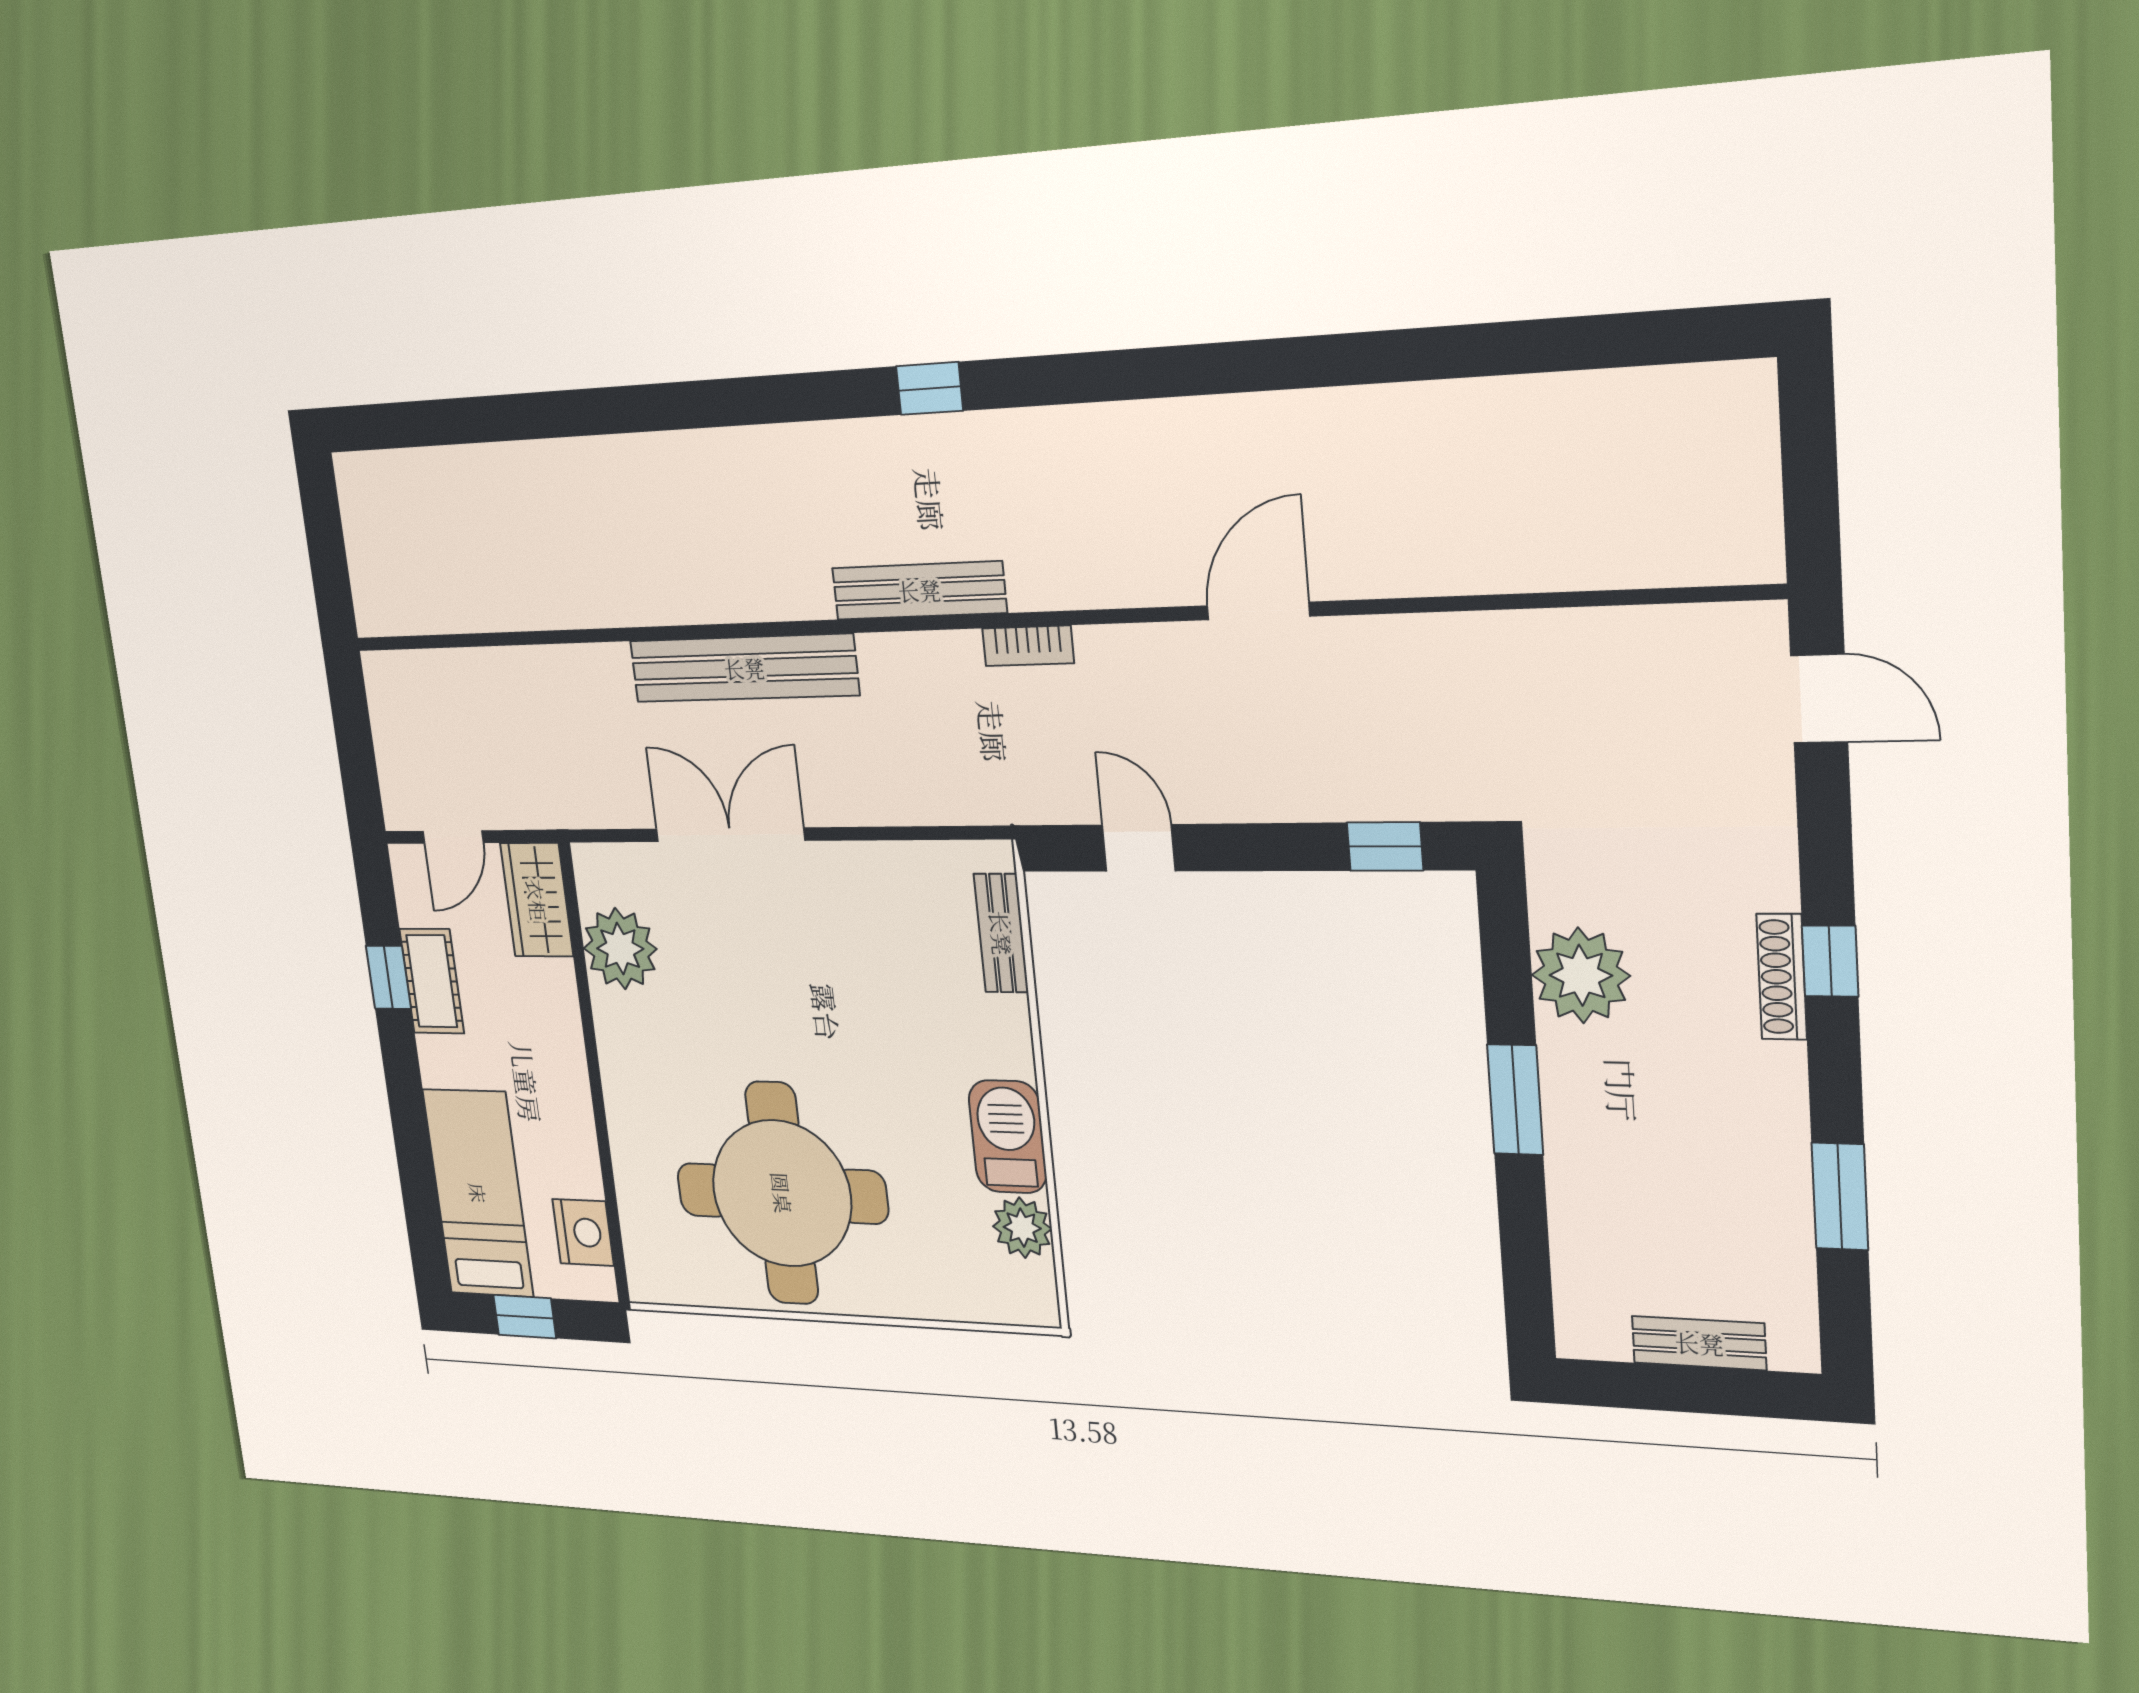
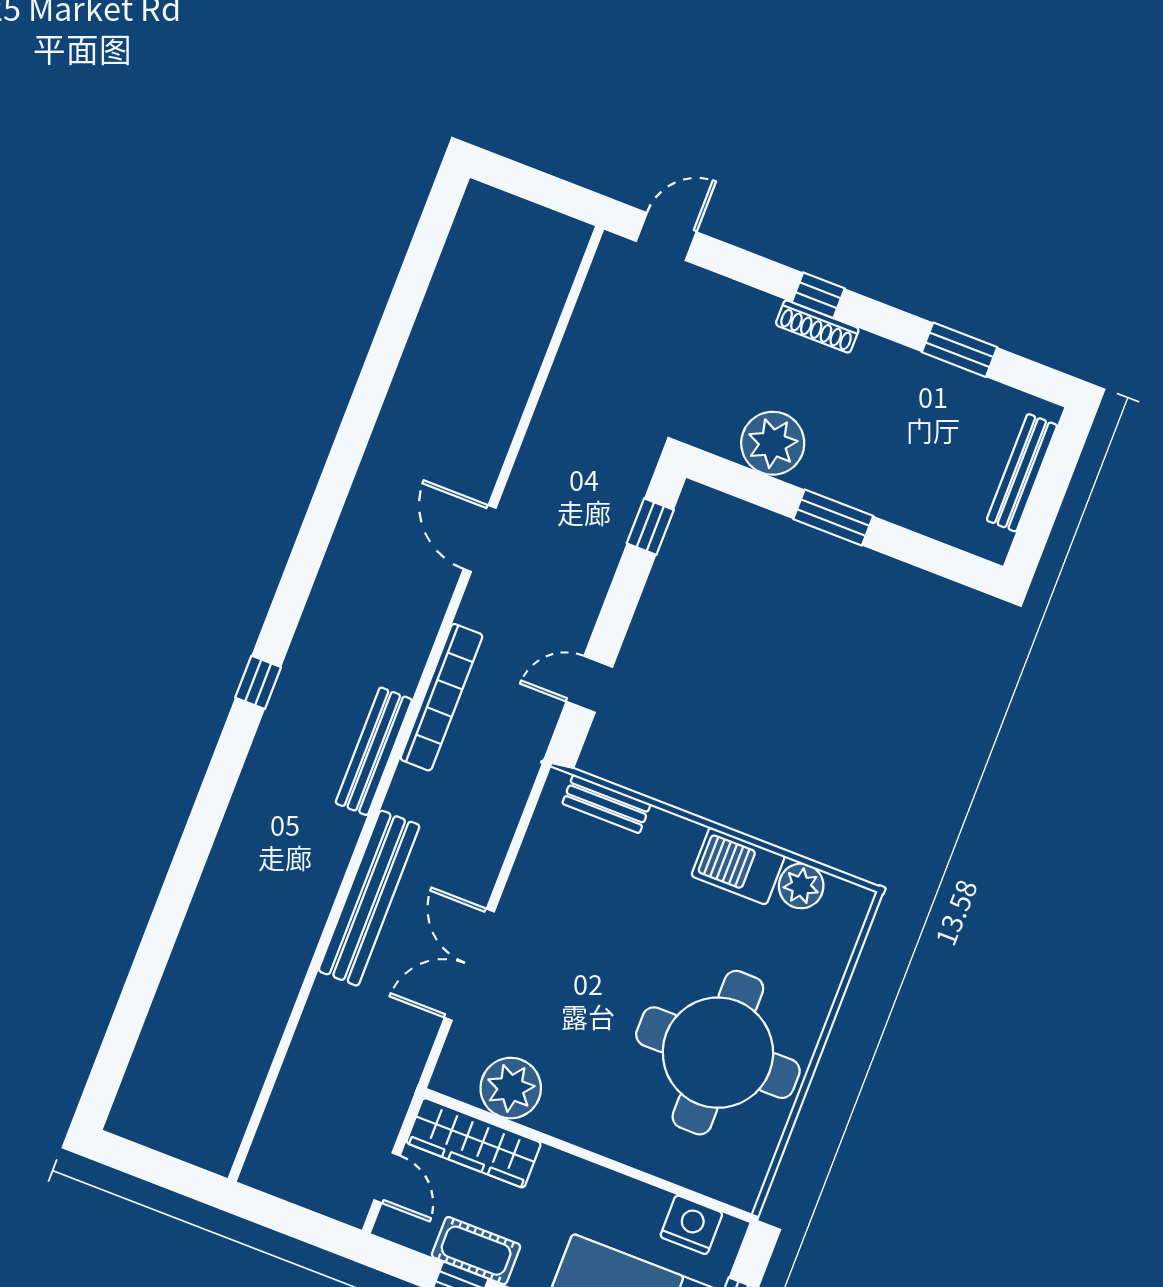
bookcase: (1028, 646) -> (441, 697), width x2.31, depth x1.31
wardrobe: (537, 900) -> (474, 1143), width x1.50
bench: (1699, 1343) -> (1022, 473), width x1.36

